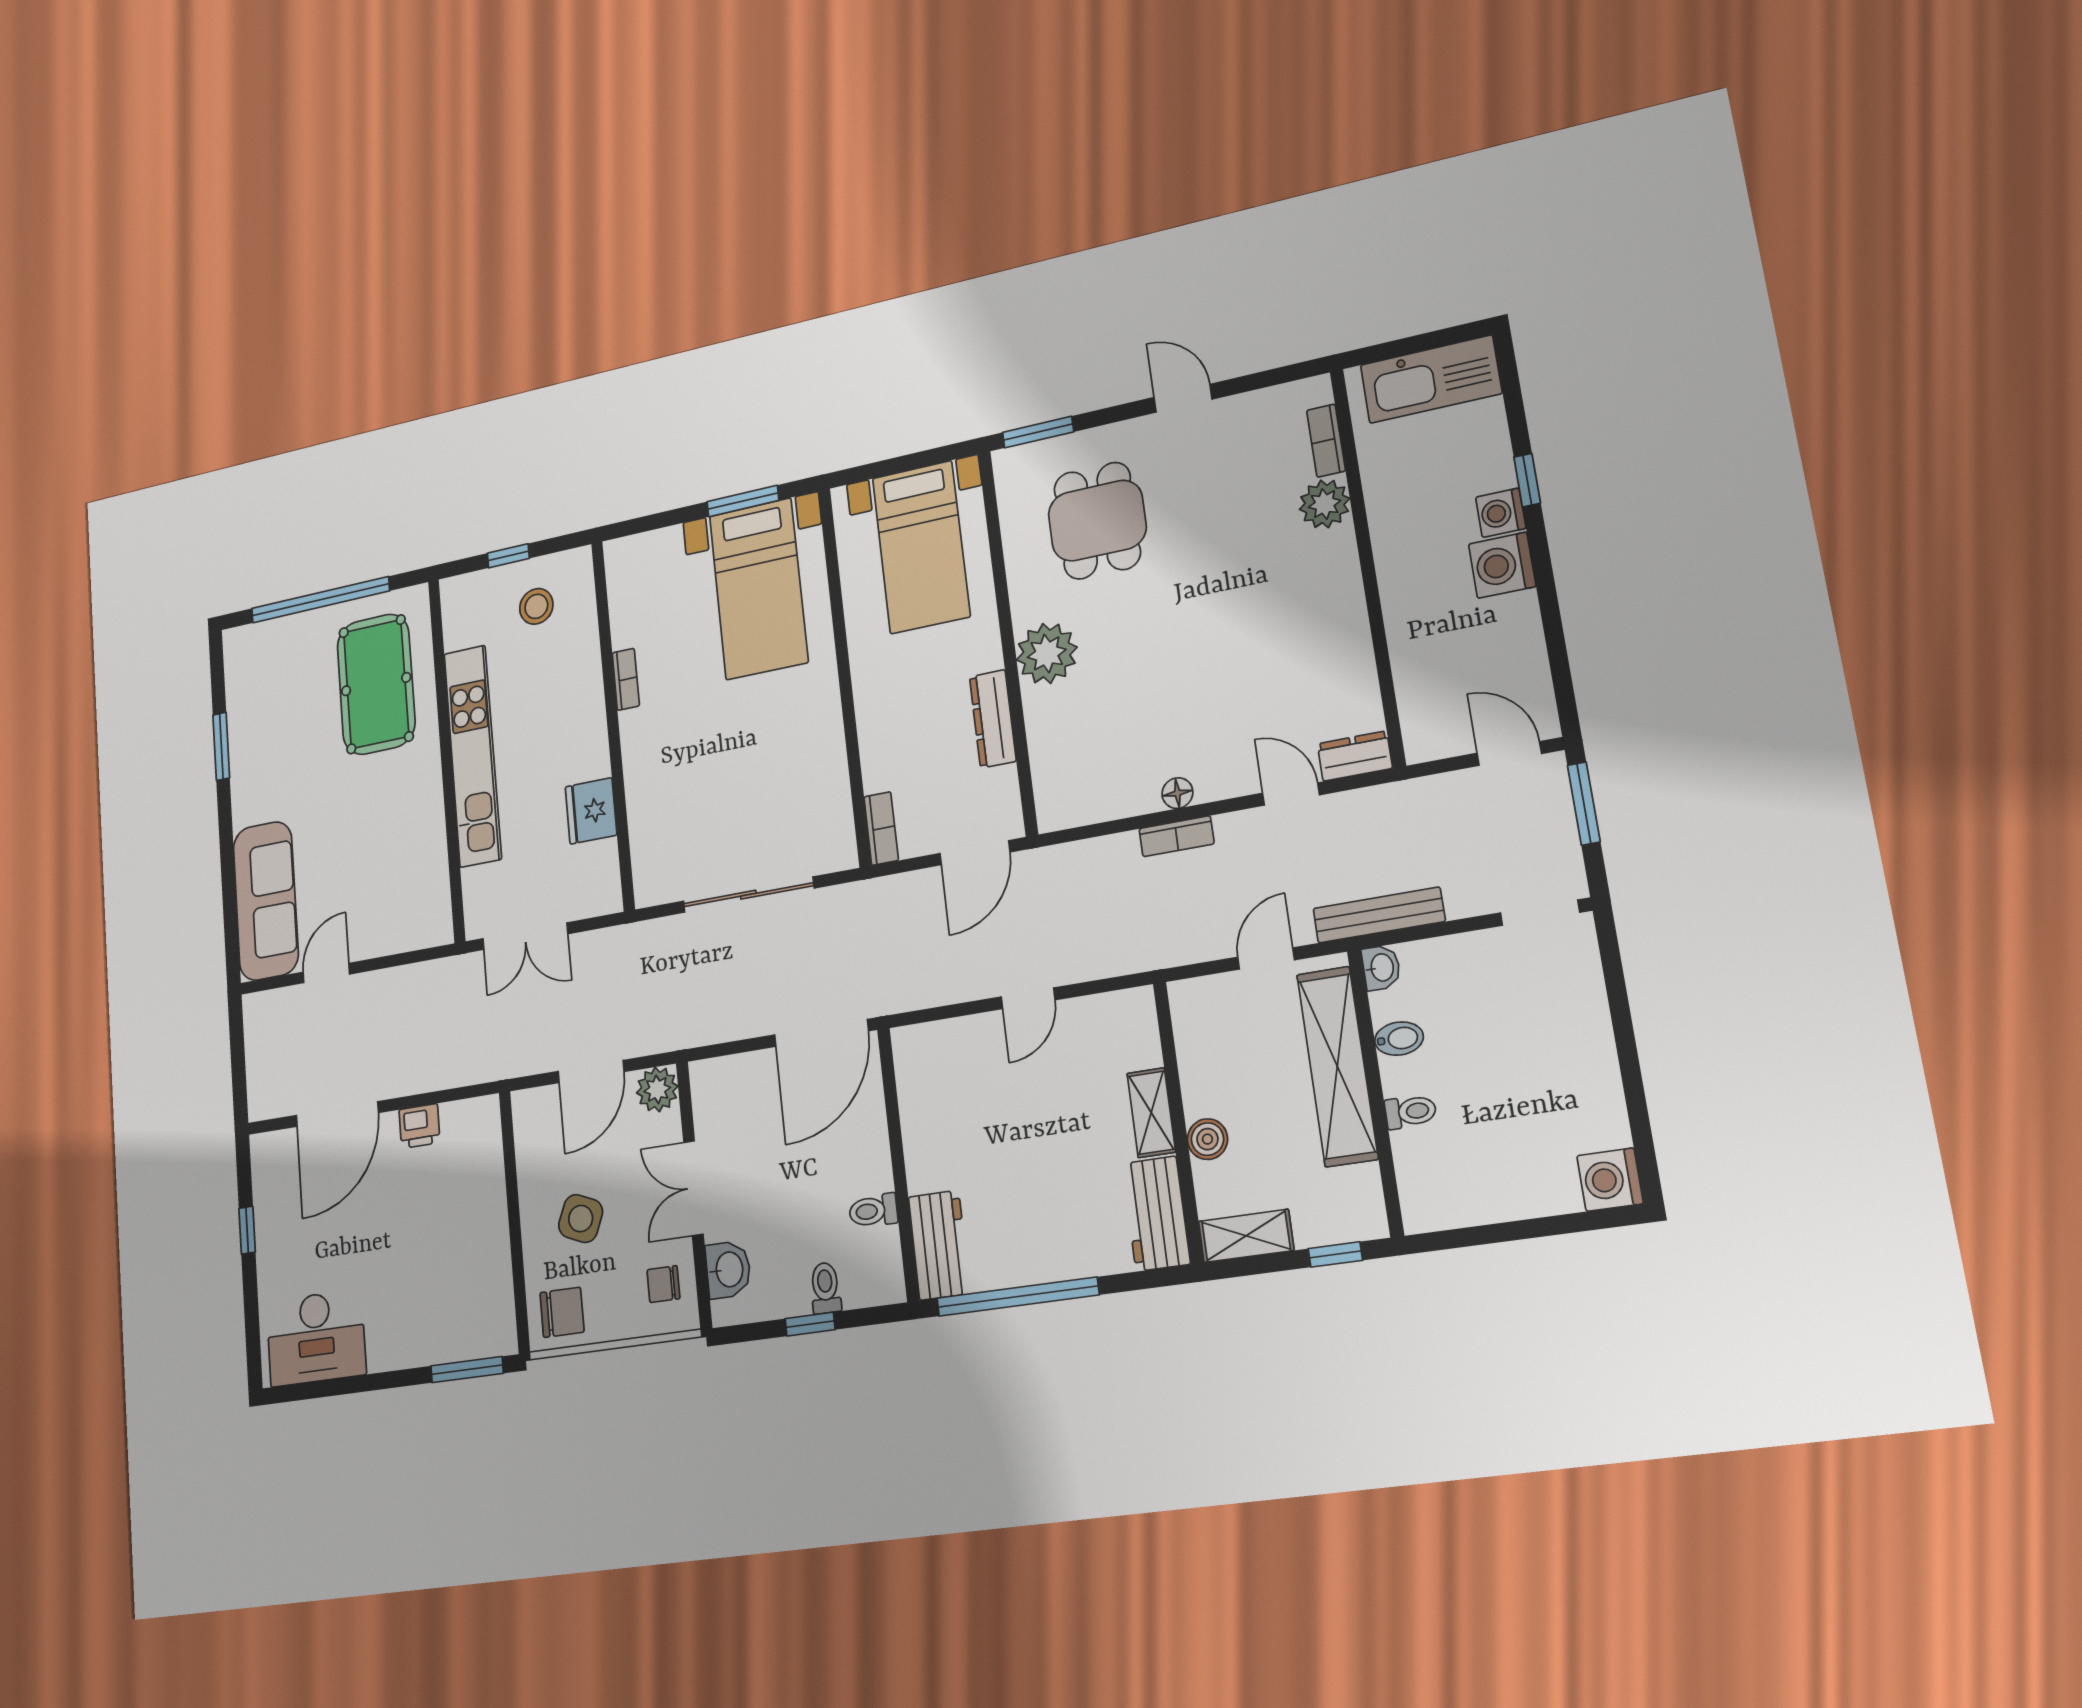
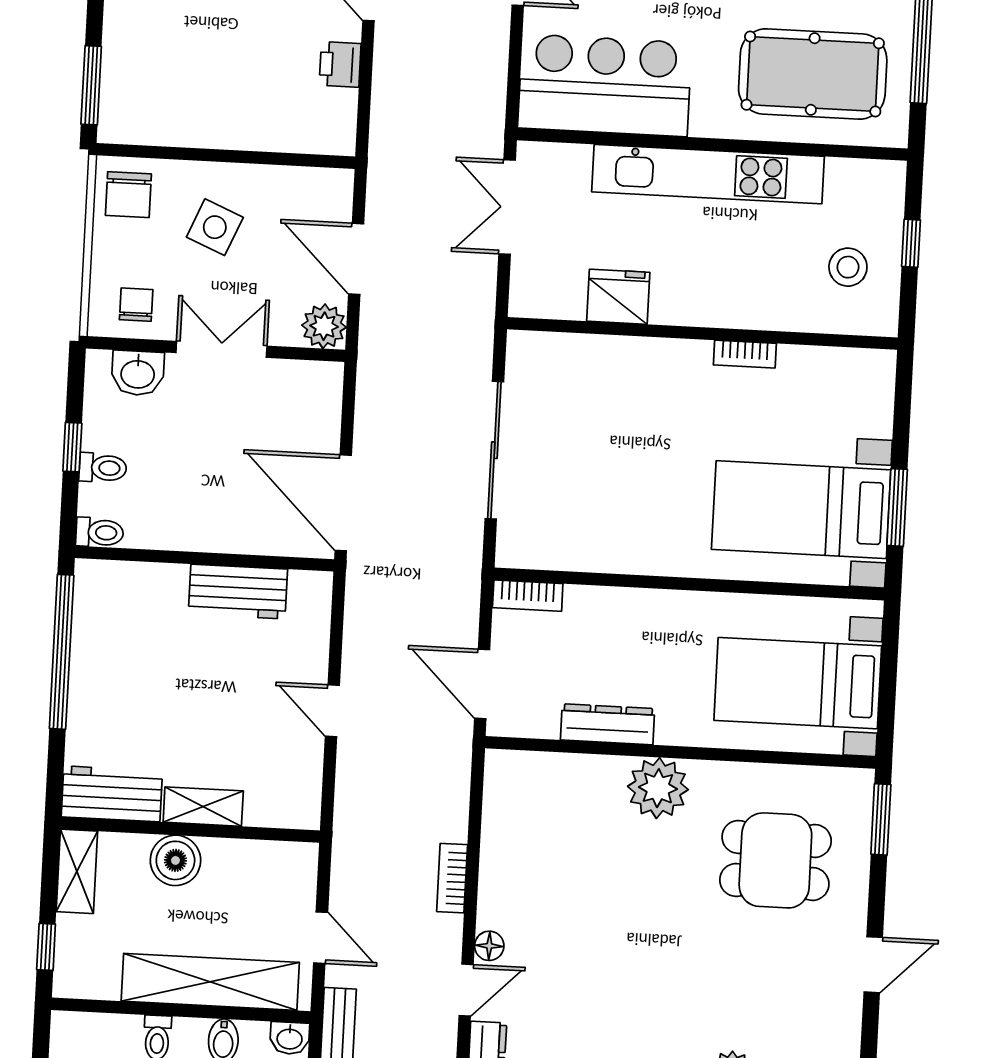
floor lamp: (1177, 793) -> (489, 946), moved
bar counter: (408, 871) -> (605, 85), added
boiler: (1207, 1139) -> (175, 860), width x1.36, depth x1.36
toilet: (873, 1211) -> (100, 532), moved, turned 90
workbench: (939, 1245) -> (238, 592), moved

